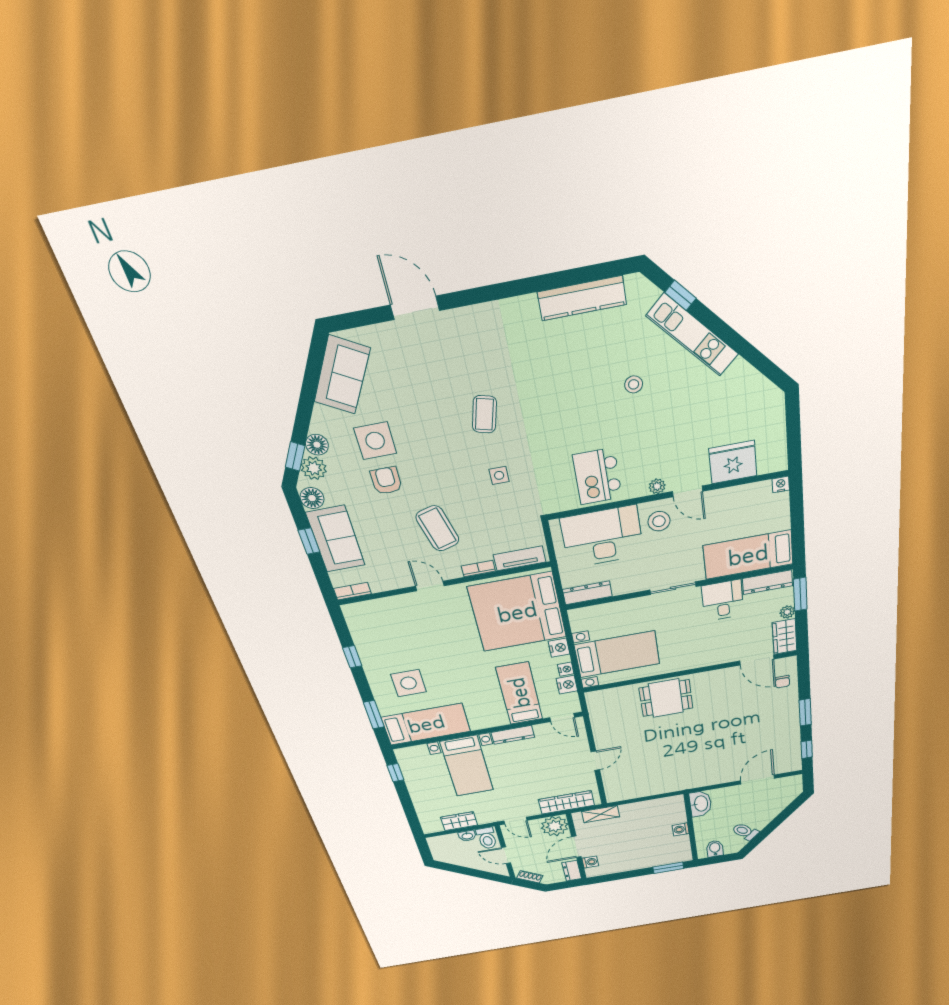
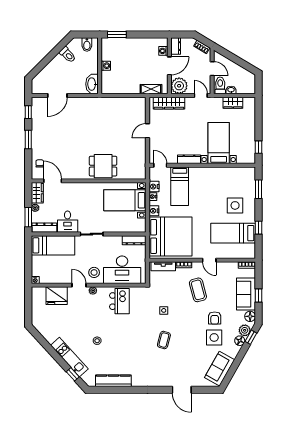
bed: (426, 724) -> (233, 233), moved

